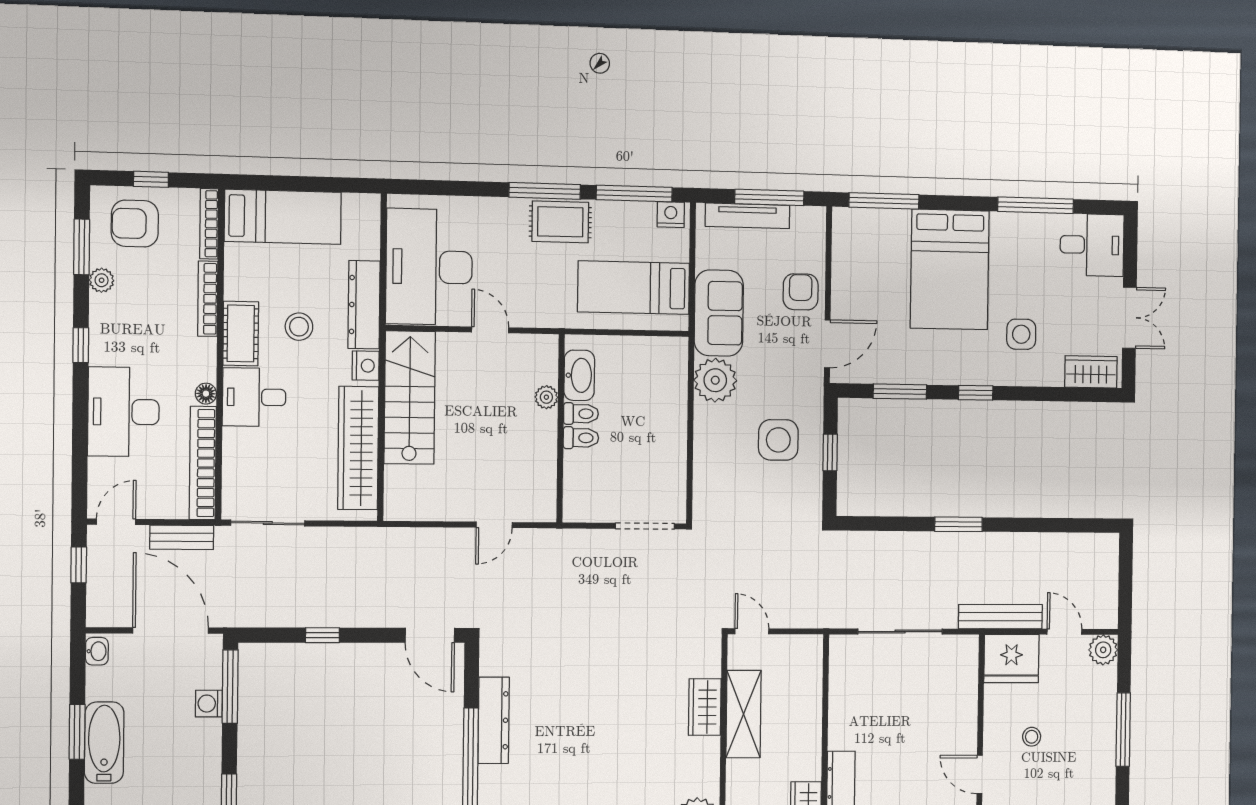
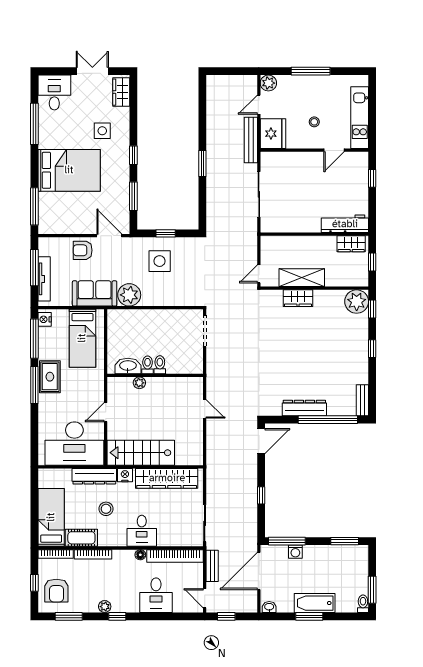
plant: (102, 280) -> (105, 607), moved
cot: (241, 333) -> (81, 538), moved
desk: (123, 412) -> (156, 595), width x0.73

